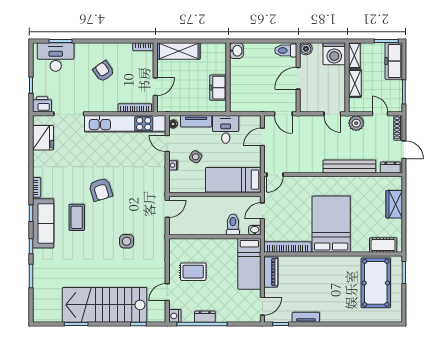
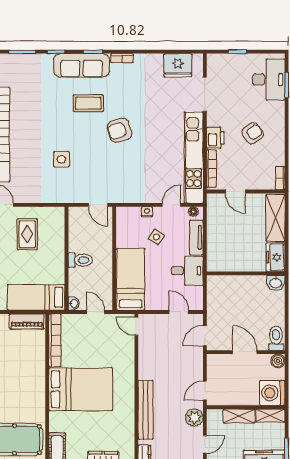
freezer: (218, 88) -> (276, 257), moved, turned -90
printer: (42, 104) -> (215, 138), moved
toilet: (233, 225) -> (80, 260), moved

